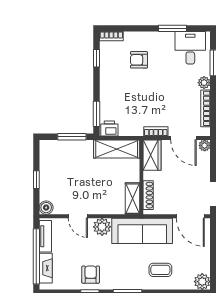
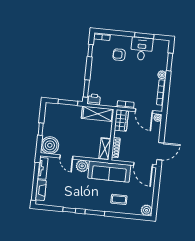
desk: (190, 48) -> (142, 49), moved
boiler: (46, 208) -> (50, 145), width x1.86, depth x1.86
armchair: (91, 275) -> (71, 198), removed

